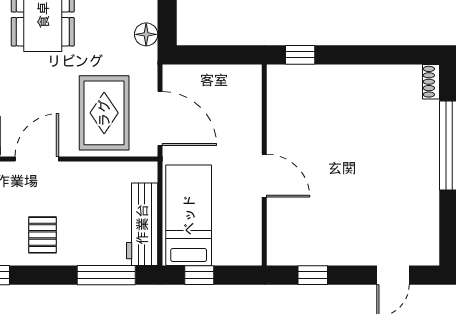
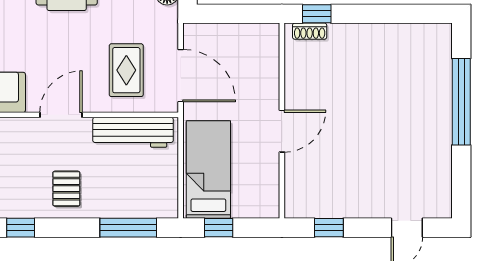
shoe rack: (431, 82) -> (310, 31), moved, turned -90
rug: (104, 113) -> (126, 70), width x0.73, depth x0.70
door: (264, 176) -> (282, 131), hinge flipped
workbench: (142, 224) -> (133, 132), moved, turned -90

